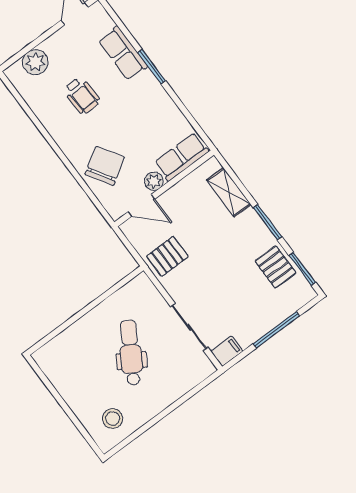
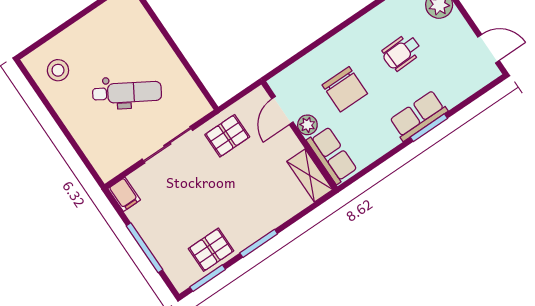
row of seats: (123, 53) -> (418, 116), moved
chair: (105, 166) -> (345, 89), moved, turned 32
shelving: (229, 192) -> (310, 175), moved, turned 90
pallet: (167, 256) -> (227, 136), turned 90
sliding door: (189, 327) -> (167, 145), moved

